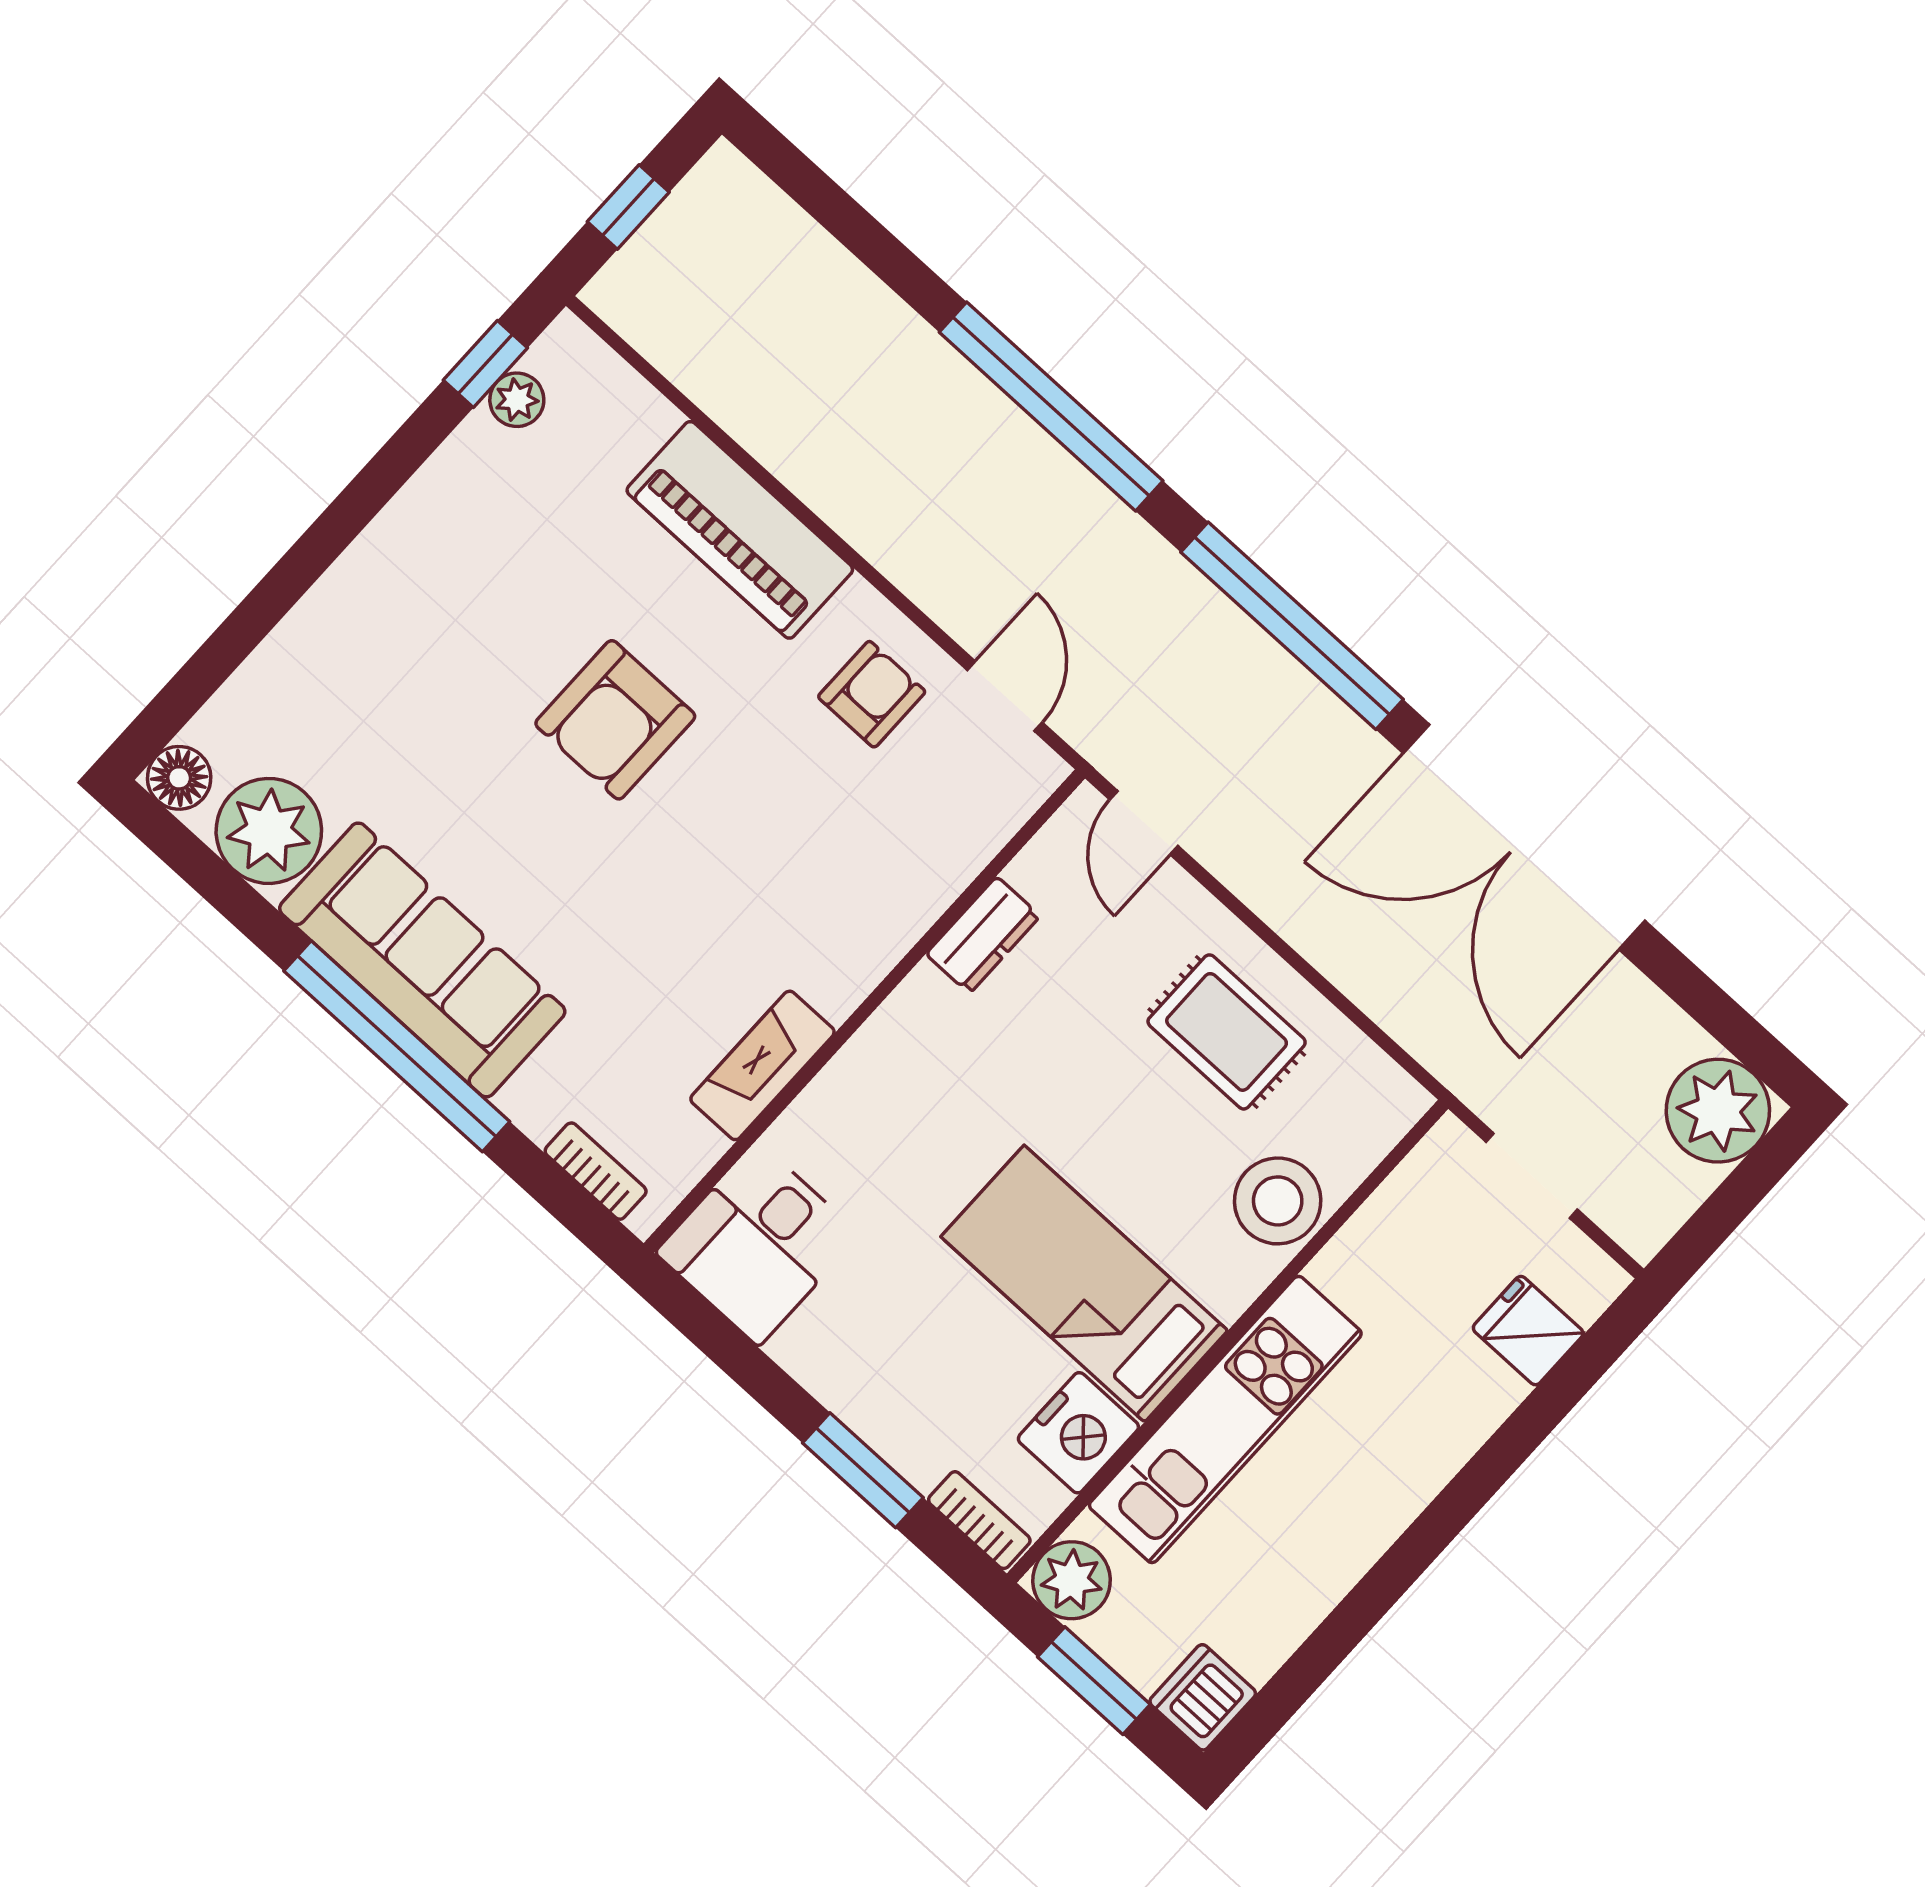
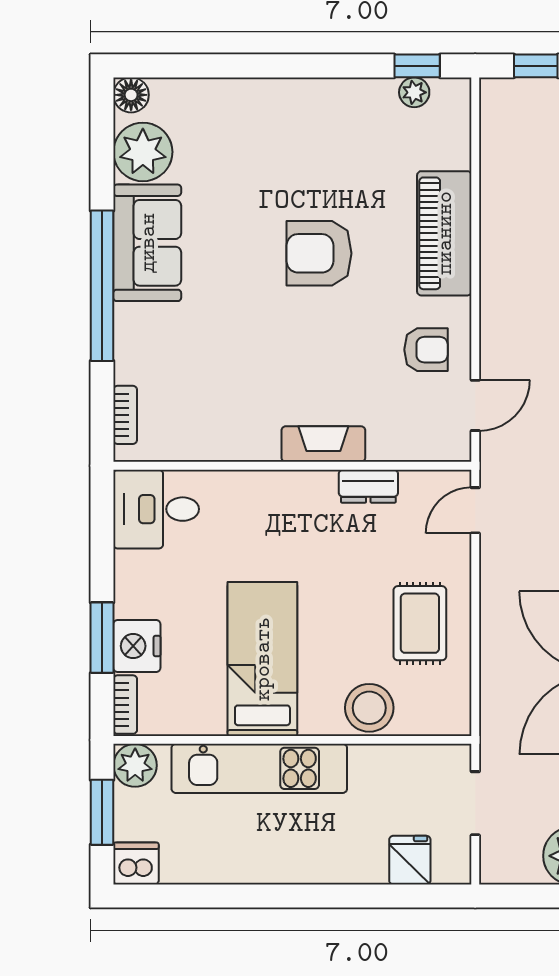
sofa: (422, 960) -> (147, 243), width x0.73
fireplace: (762, 1065) -> (323, 444), moved
nightstand: (1078, 1433) -> (137, 646), moved, turned 90

